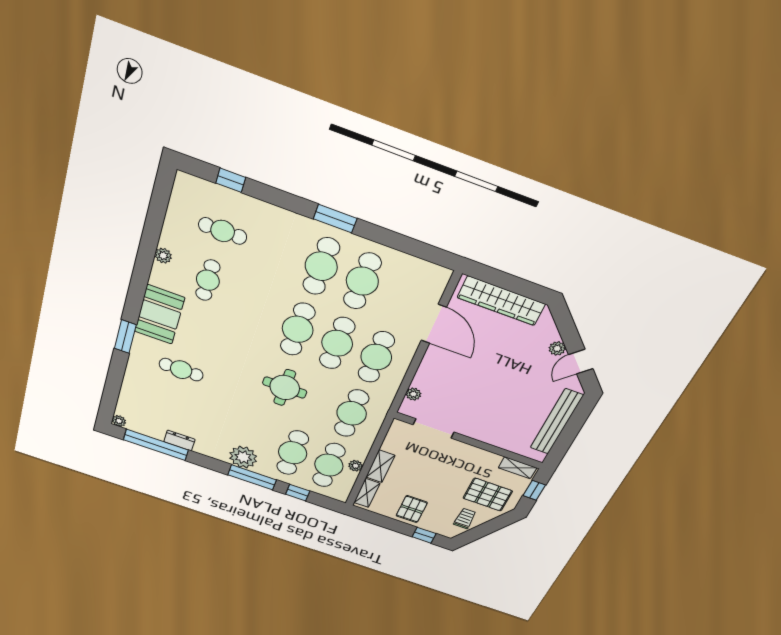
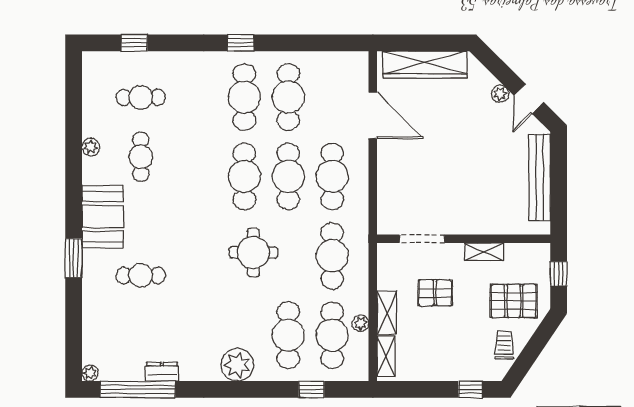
window: (335, 219) -> (241, 43), width x0.67
plant: (413, 394) -> (385, 205), removed
shelving: (517, 468) -> (484, 252), moved
window: (252, 477) -> (255, 389), removed
pallet: (412, 509) -> (435, 293), moved, turned 90

